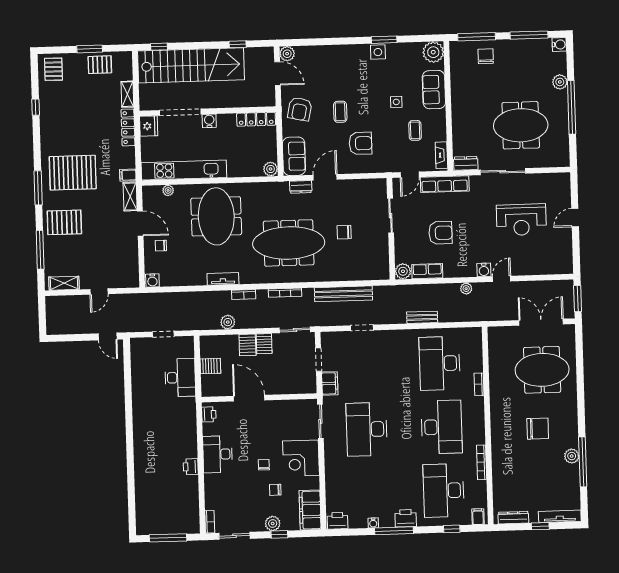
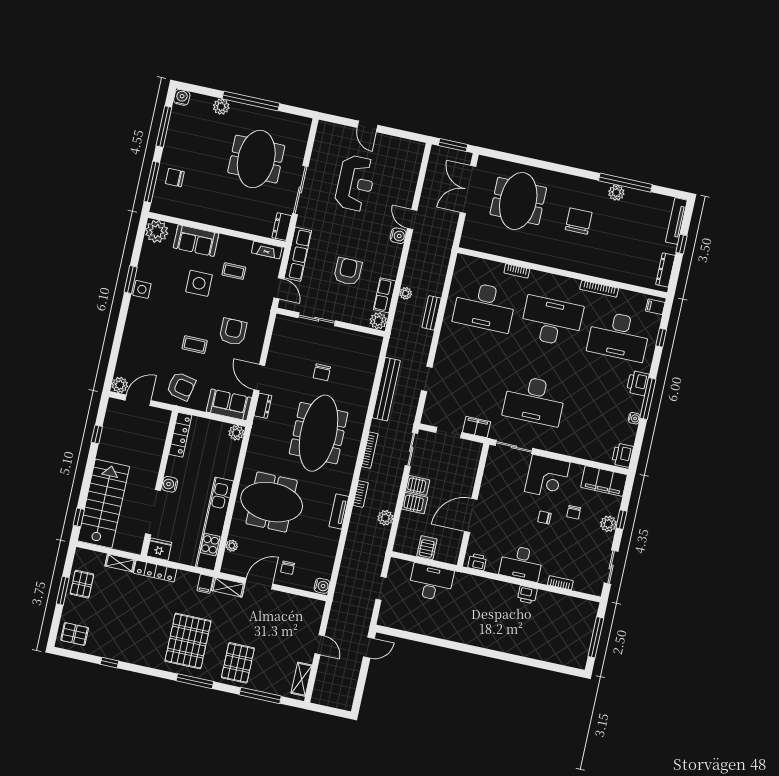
stairs: (191, 65) -> (103, 504), width x0.73
side table: (396, 102) -> (199, 283), width x1.87, depth x1.87
plant: (466, 289) -> (406, 293), moved
bookcase: (210, 522) -> (560, 583), moved

